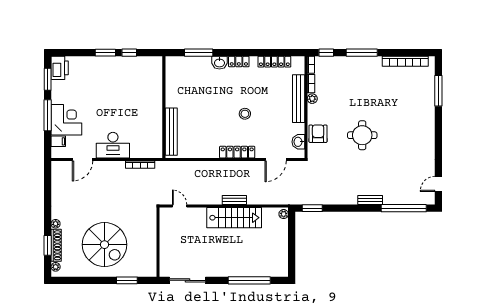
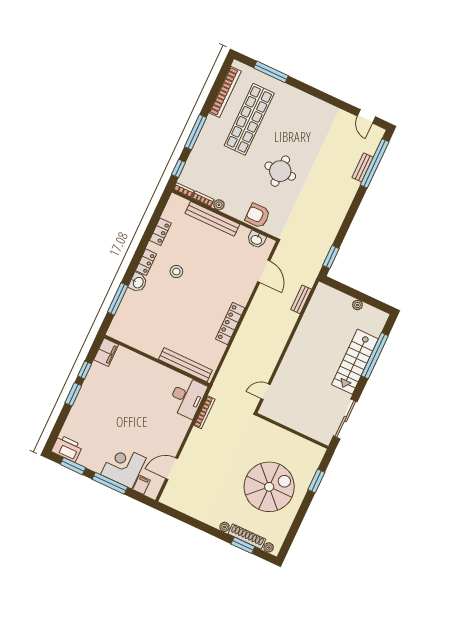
locker: (274, 62) -> (160, 232), width x0.66
filing cabinet: (152, 63) -> (106, 352), added
shop shelf: (392, 91) -> (249, 119), added
stool: (245, 114) -> (176, 272), moved
desk: (113, 145) -> (187, 397), moved
locker: (237, 152) -> (230, 323), moved
door: (83, 159) -> (172, 469), swing flipped
bench: (234, 200) -> (301, 299), moved
bench: (370, 200) -> (363, 167), moved
plant: (284, 214) -> (357, 305), moved
stairs: (234, 218) -> (355, 362), moved, turned 180

